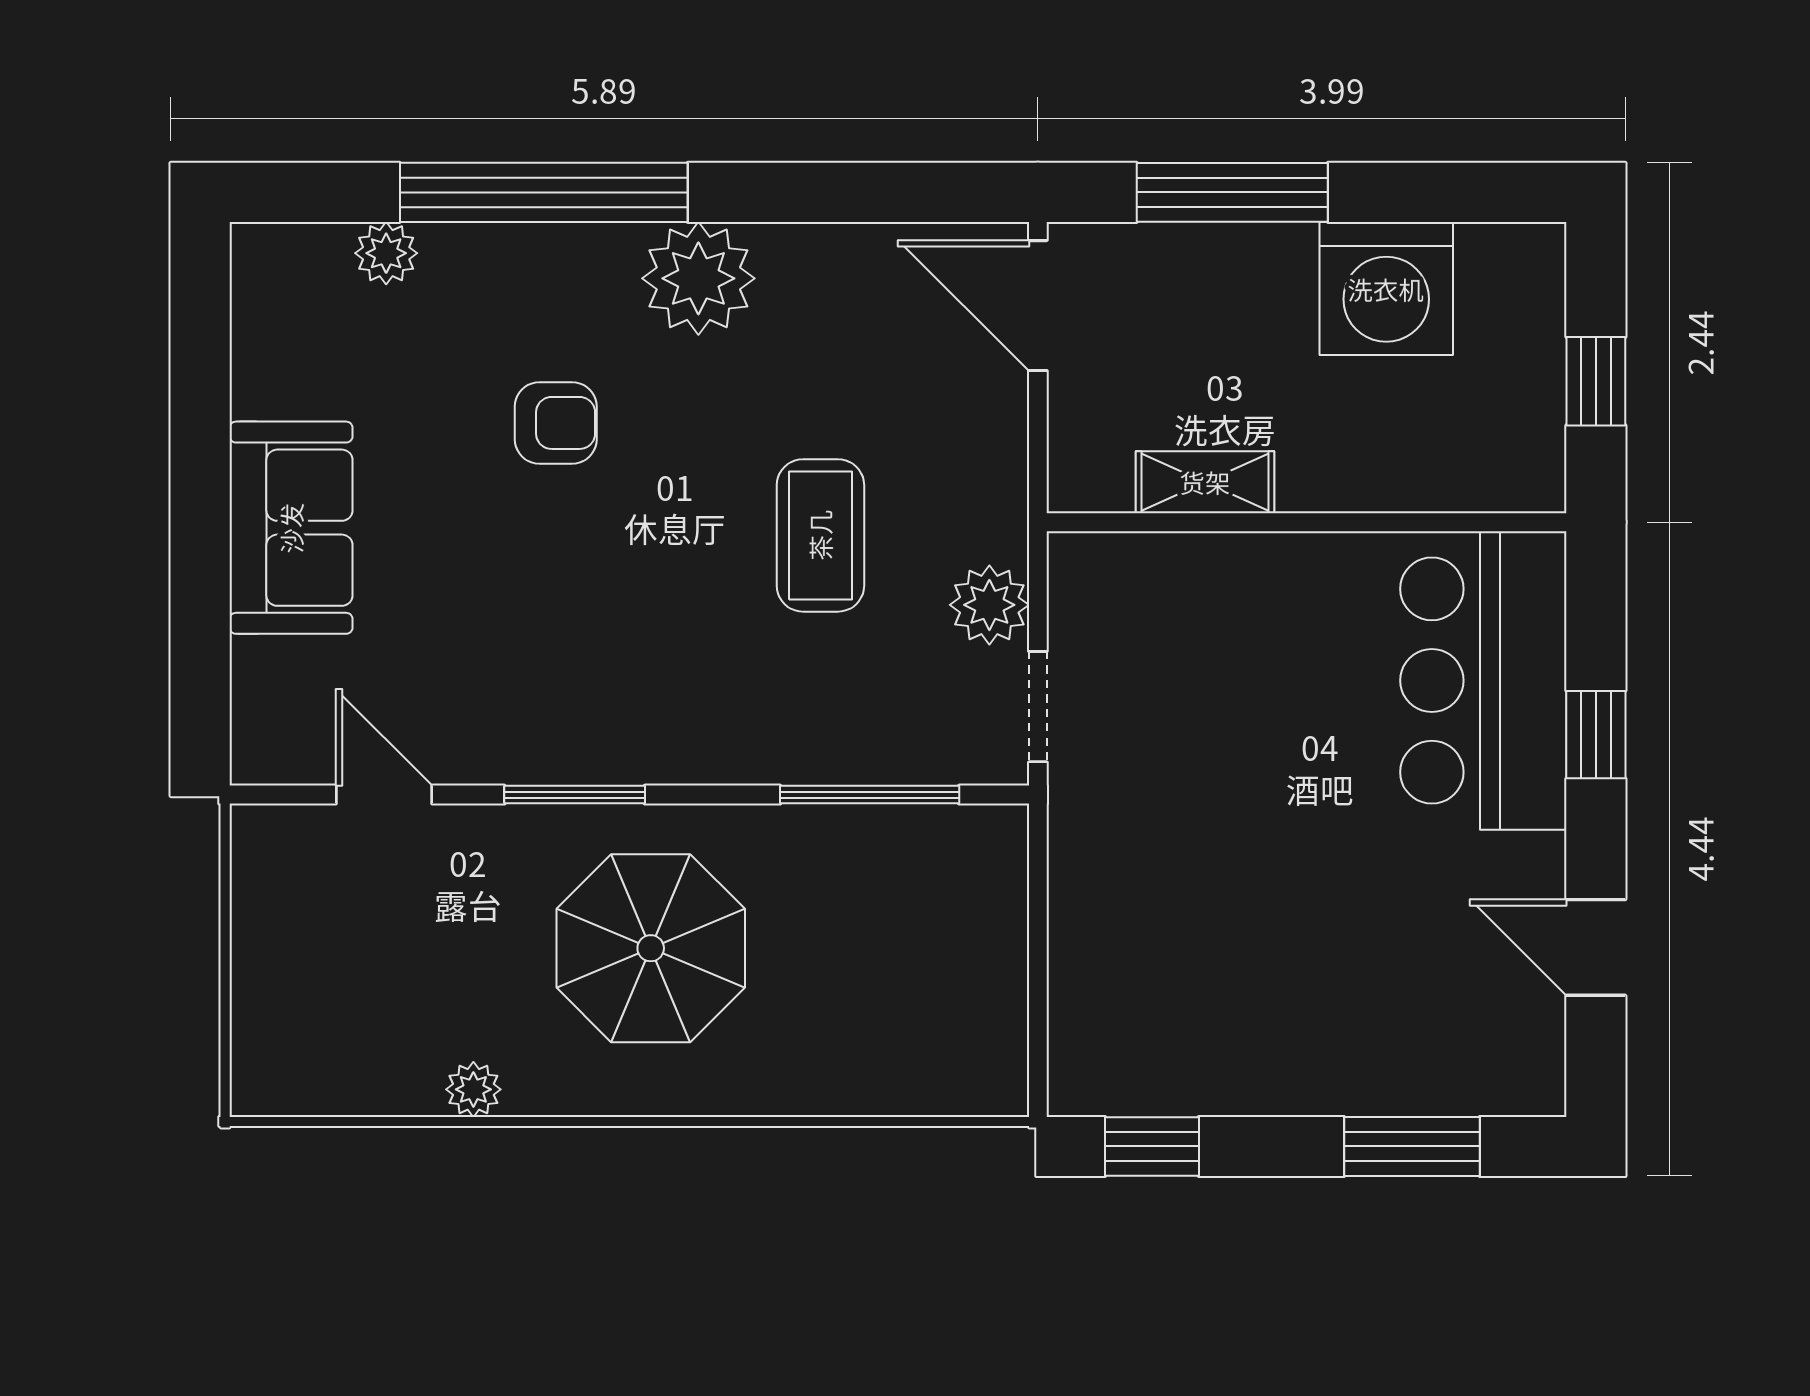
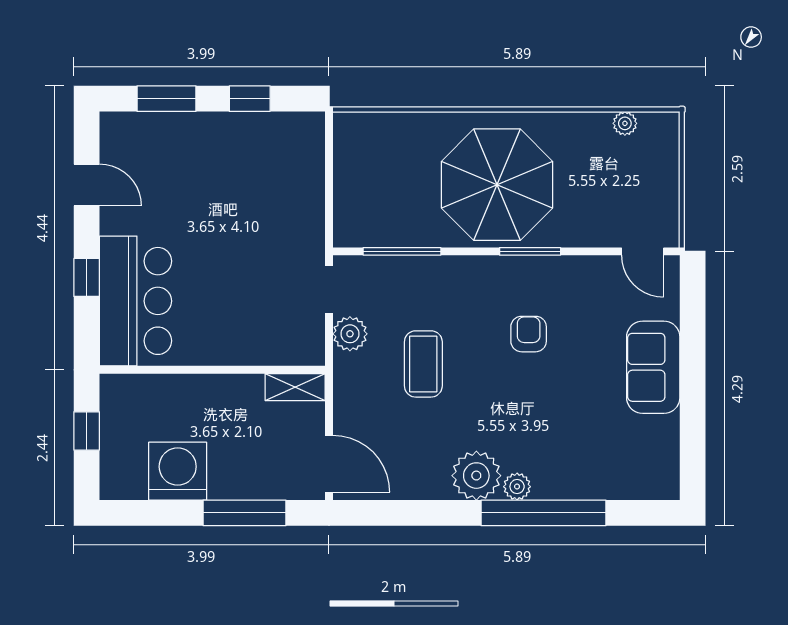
plant: (386, 253) -> (517, 487), moved
armchair: (556, 423) -> (529, 334), moved, turned 90
shelving: (1205, 482) -> (295, 387), moved
door: (384, 795) -> (643, 251), moved
parasol: (651, 948) -> (497, 185), width x1.36, depth x1.36
plant: (473, 1089) -> (625, 123), moved
window: (1152, 1146) -> (250, 99), moved

